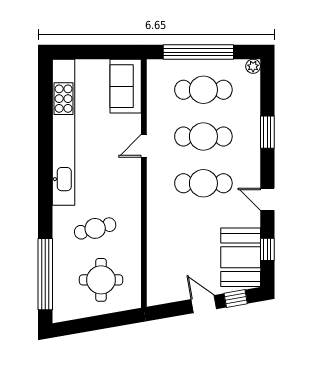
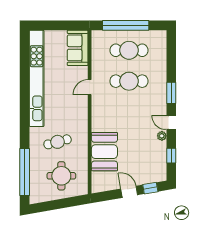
plant: (253, 66) -> (162, 136), moved
window: (267, 132) -> (171, 93), moved
cafe table: (203, 183) -> (129, 112), removed
booth: (241, 257) -> (104, 152), moved

